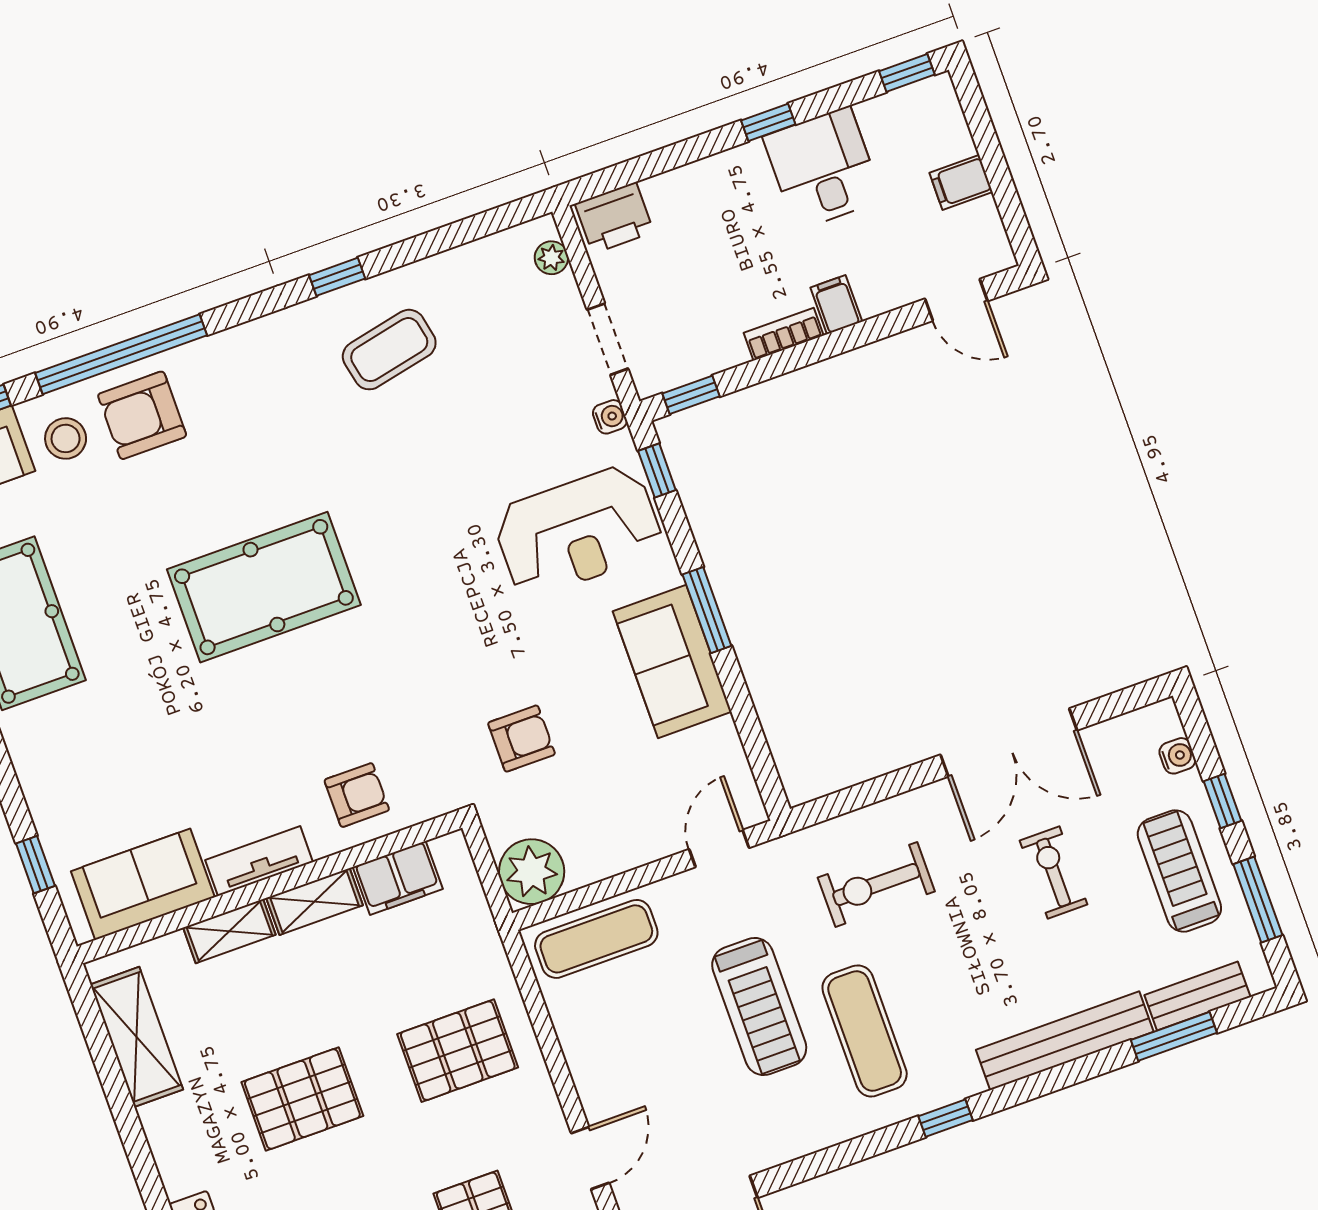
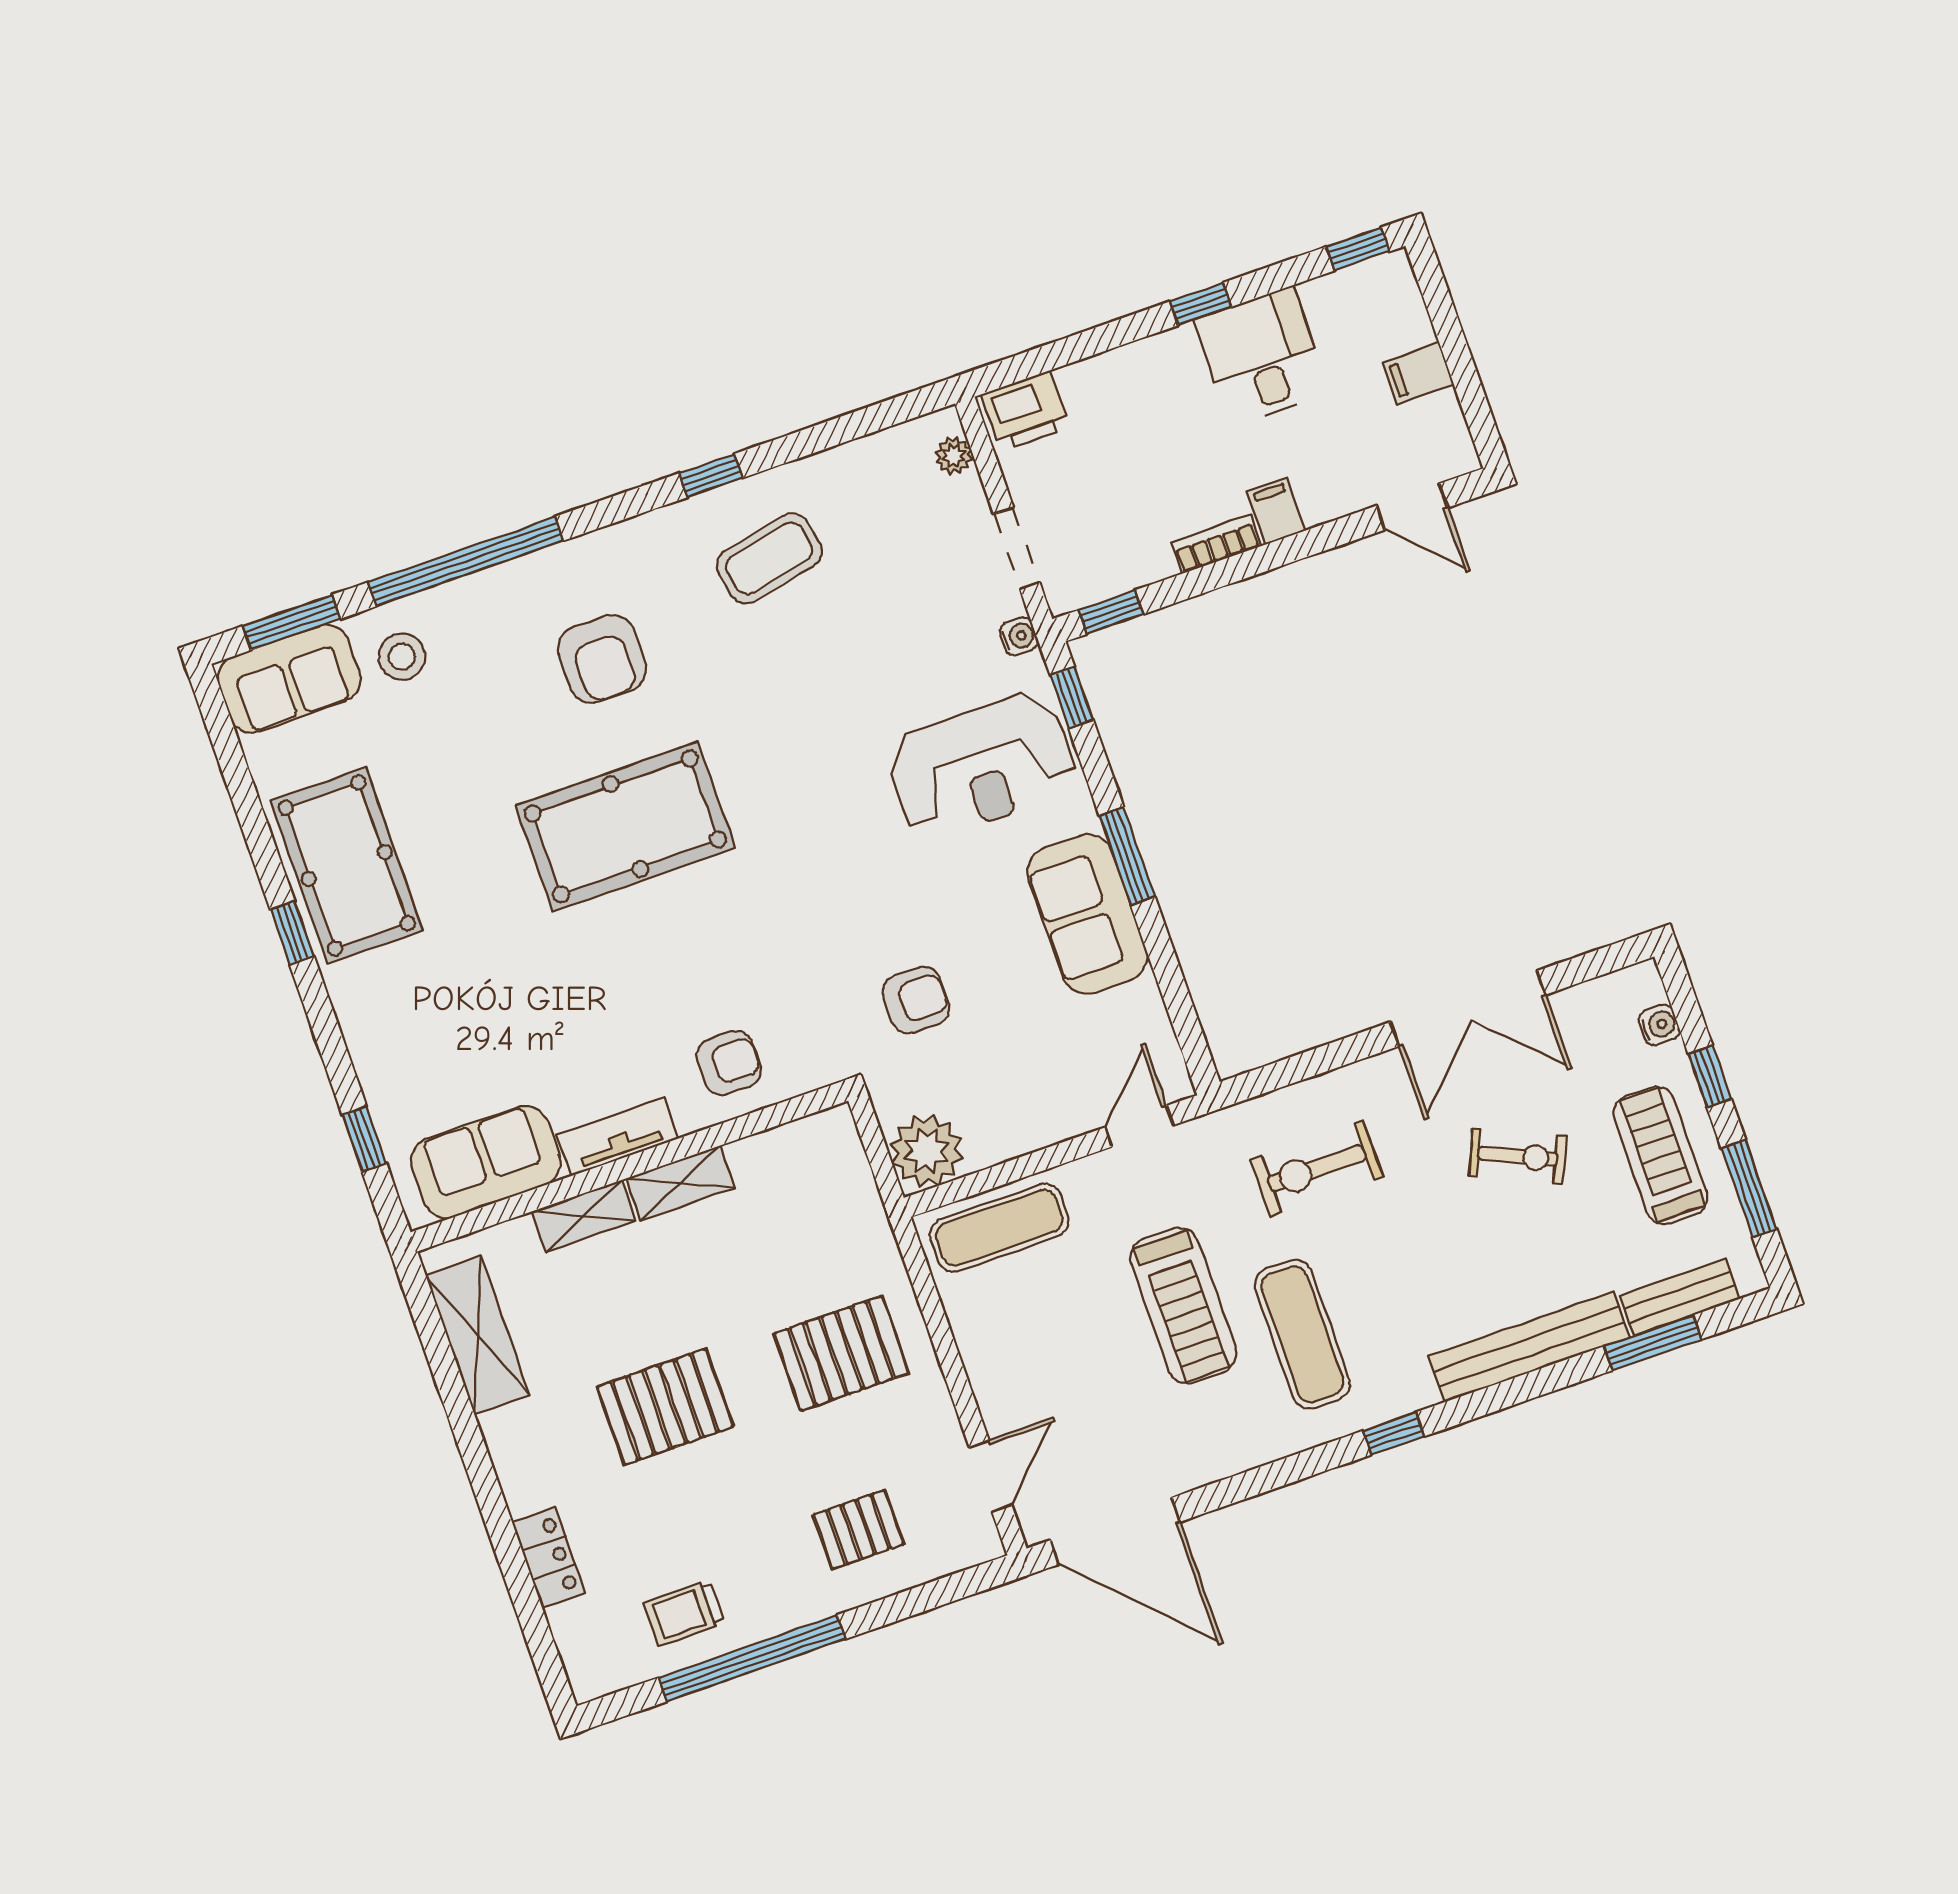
armchair: (142, 415) -> (602, 659), moved, turned -90
exercise bike: (1054, 873) -> (1518, 1156), turned 114
filing cabinet: (398, 878) -> (775, 1157), removed

